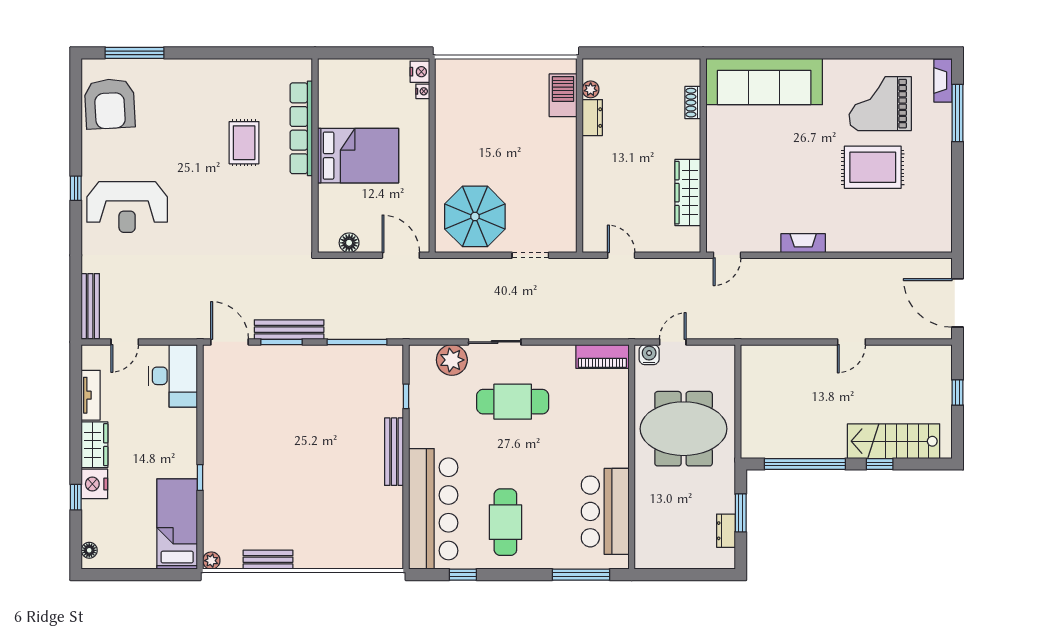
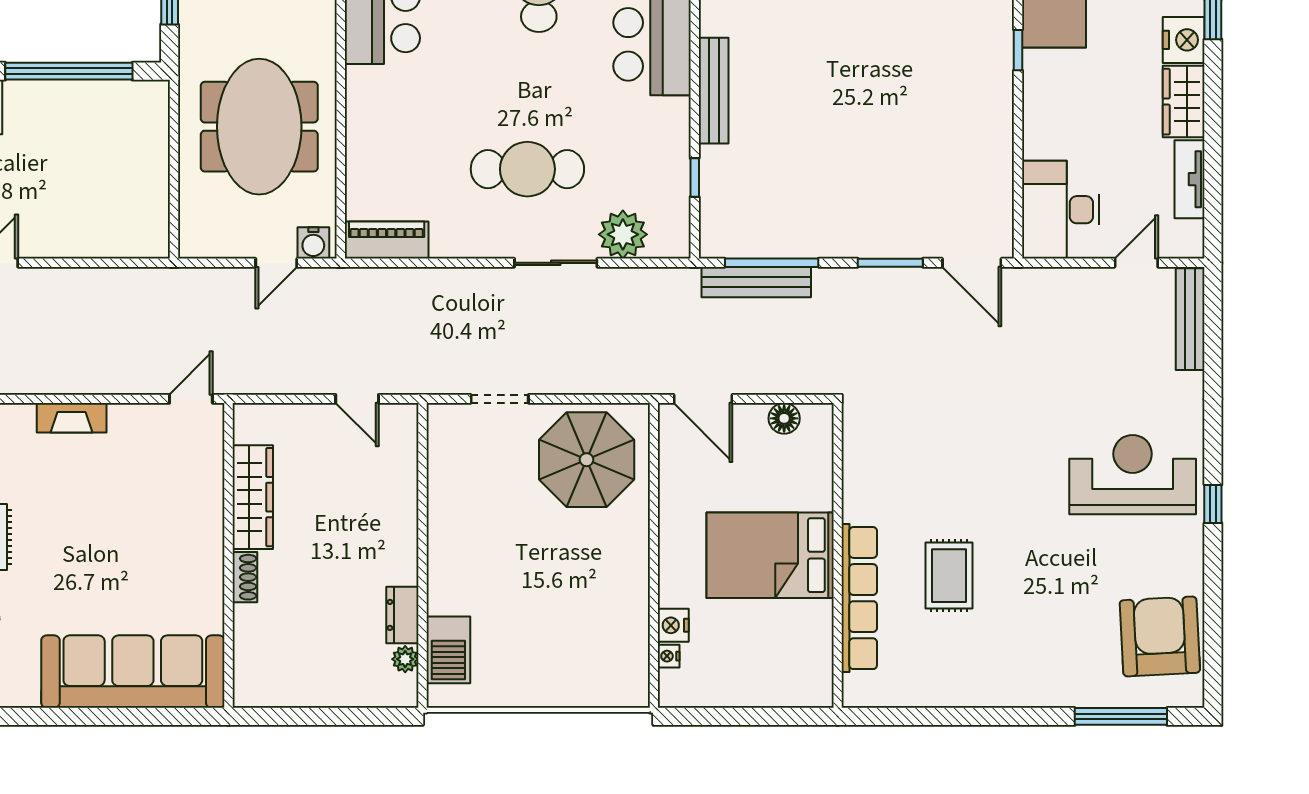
nightstand: (420, 72) -> (673, 625), moved
shoe rack: (693, 103) -> (245, 577), moved
bench: (289, 330) -> (756, 282), moved
meeting table: (684, 429) -> (259, 127), turned 90

